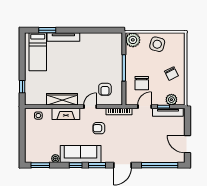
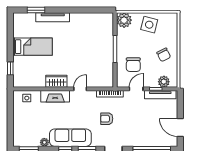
bed: (38, 52) -> (32, 47), moved, turned -90
armchair: (105, 89) -> (95, 71), removed
wardrobe: (62, 99) -> (56, 81), width x0.67
armchair: (99, 128) -> (107, 119), moved

